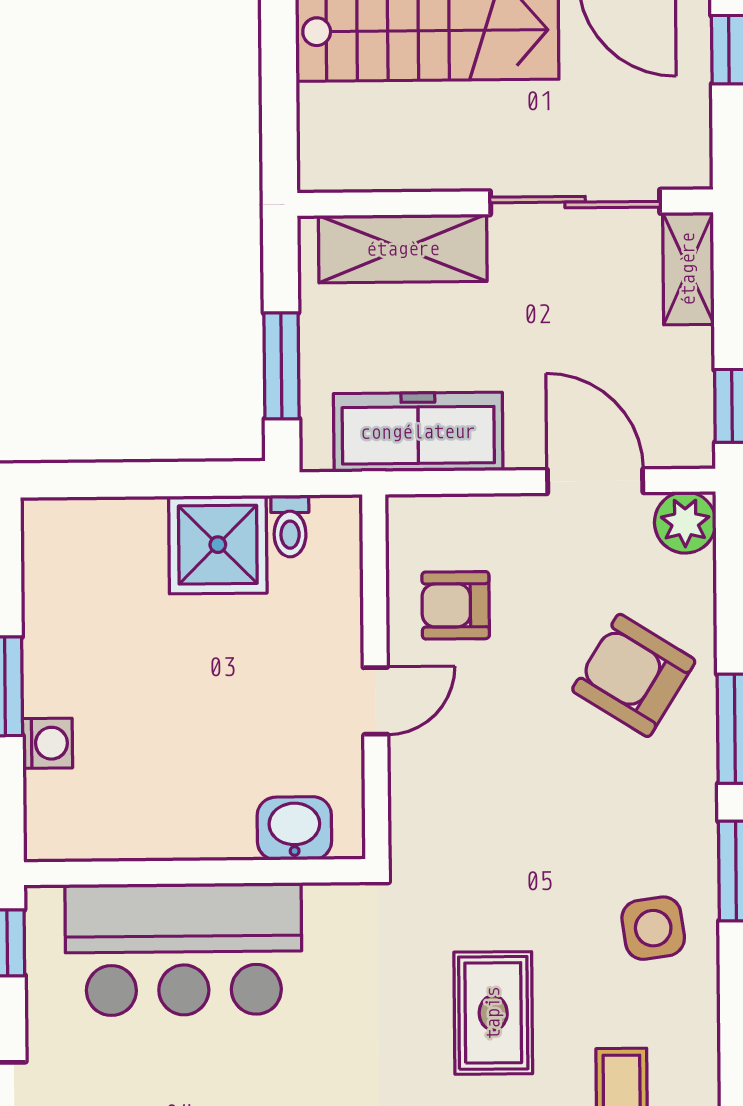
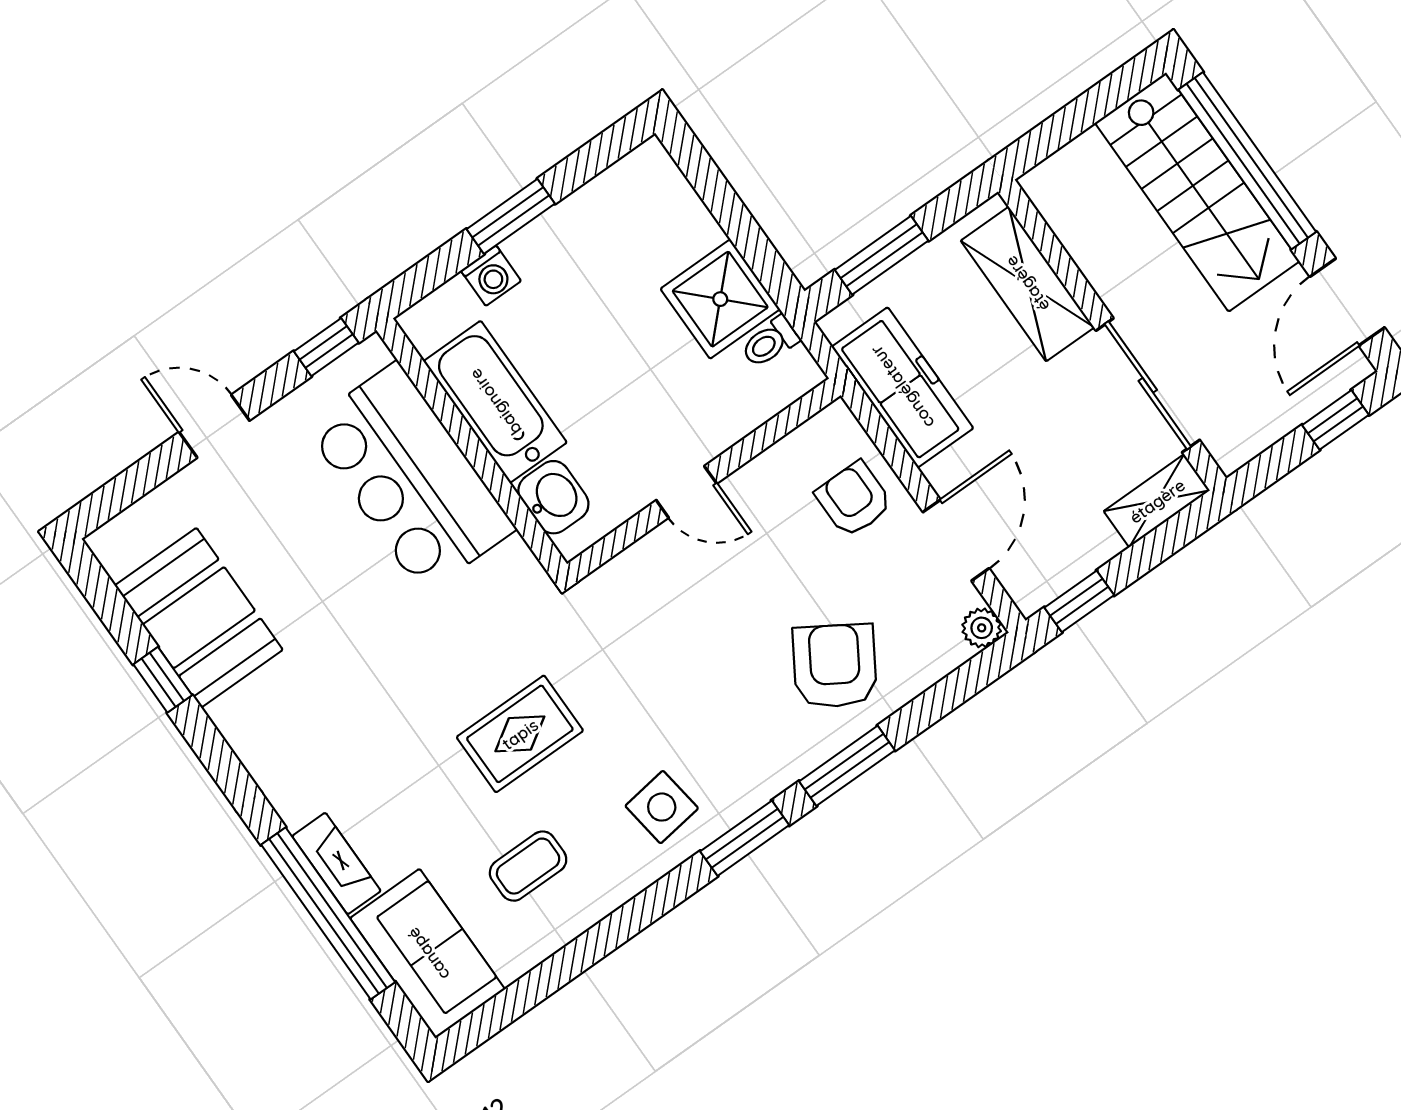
plant: (685, 522) -> (982, 628), width x0.73, depth x0.73
armchair: (456, 605) -> (854, 499), moved
bathtub: (168, 821) -> (495, 402), added

